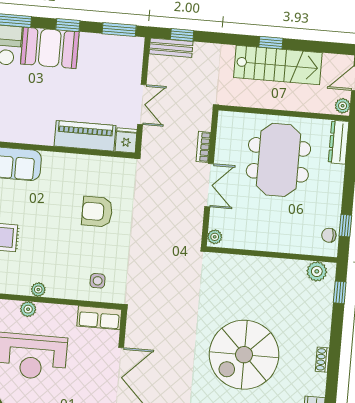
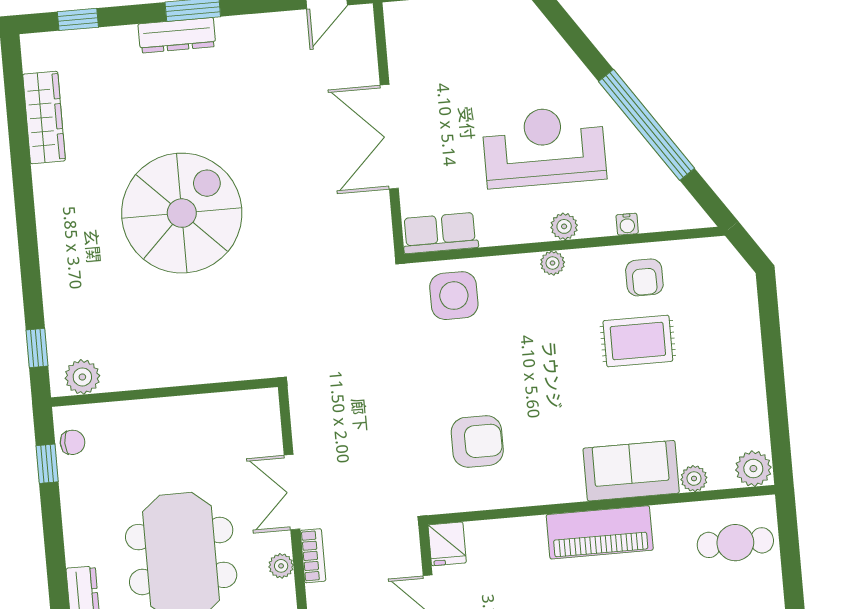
piano: (85, 136) -> (600, 532), moved
armchair: (97, 212) -> (477, 441), moved
plant: (215, 237) -> (281, 566), moved
side table: (98, 281) -> (454, 296), width x1.87, depth x1.87
shoe rack: (322, 360) -> (47, 228), removed

